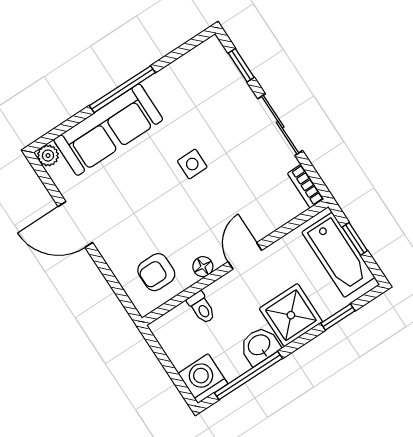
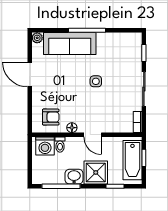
door: (245, 256) -> (93, 135), swing flipped
armchair: (156, 272) -> (51, 117), turned 180
washing machine: (203, 379) -> (45, 146), moved, turned 180

